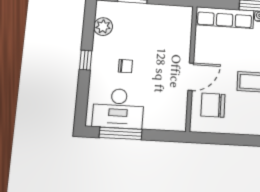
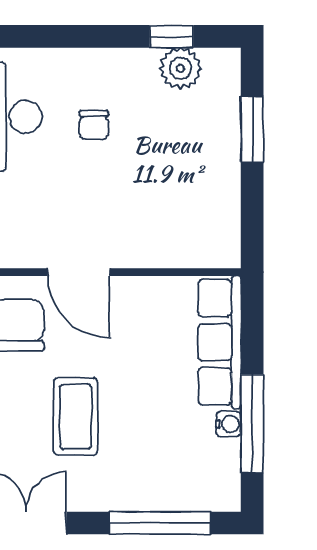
window: (86, 60) -> (171, 36), moved

